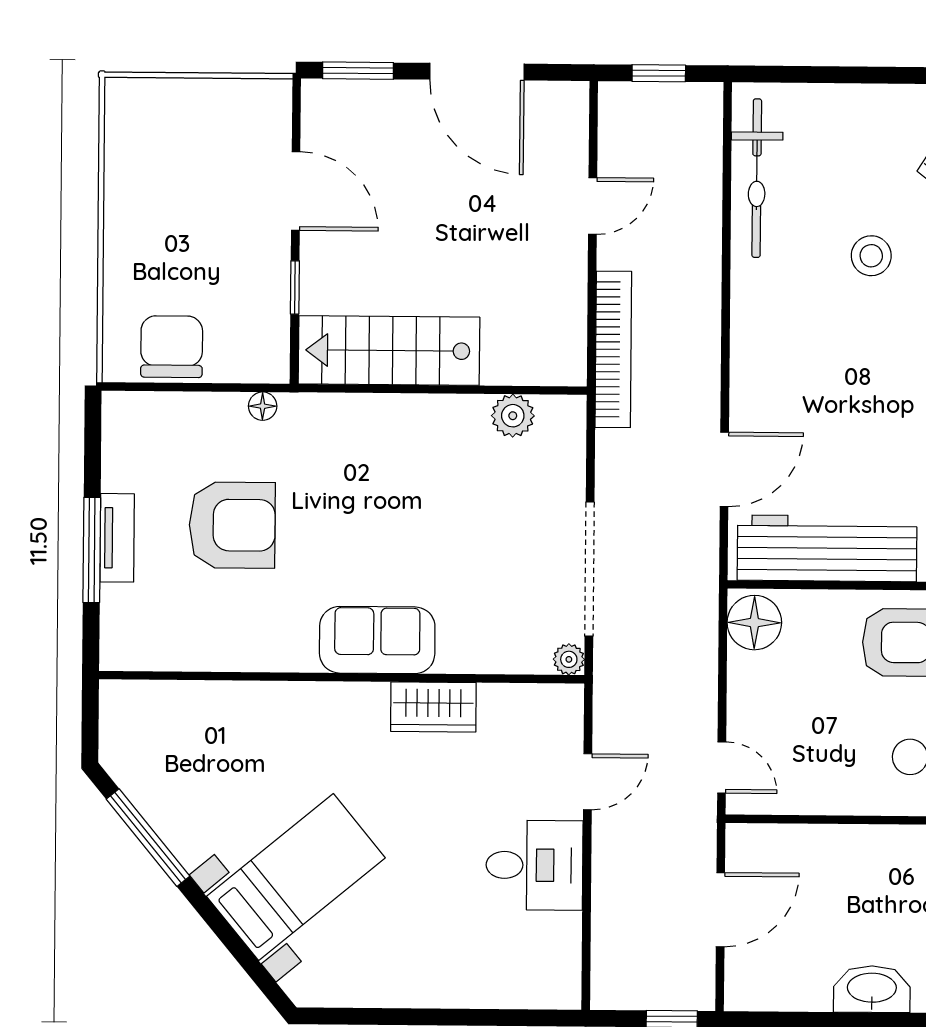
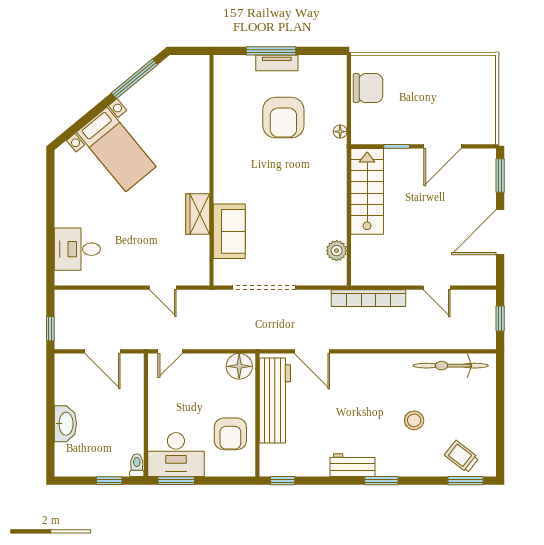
sofa: (377, 640) -> (229, 231), moved
plant: (569, 659) -> (221, 278), removed
desk: (534, 865) -> (77, 249), moved, turned 90

